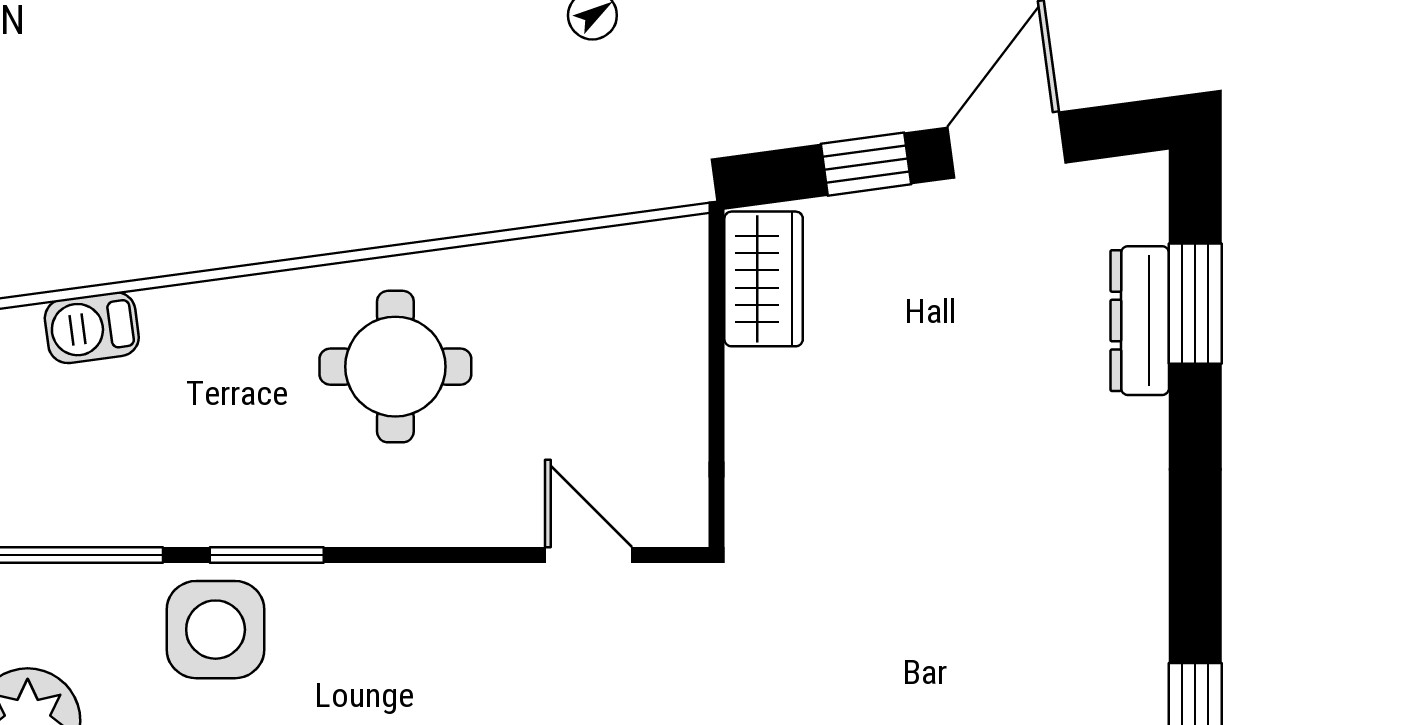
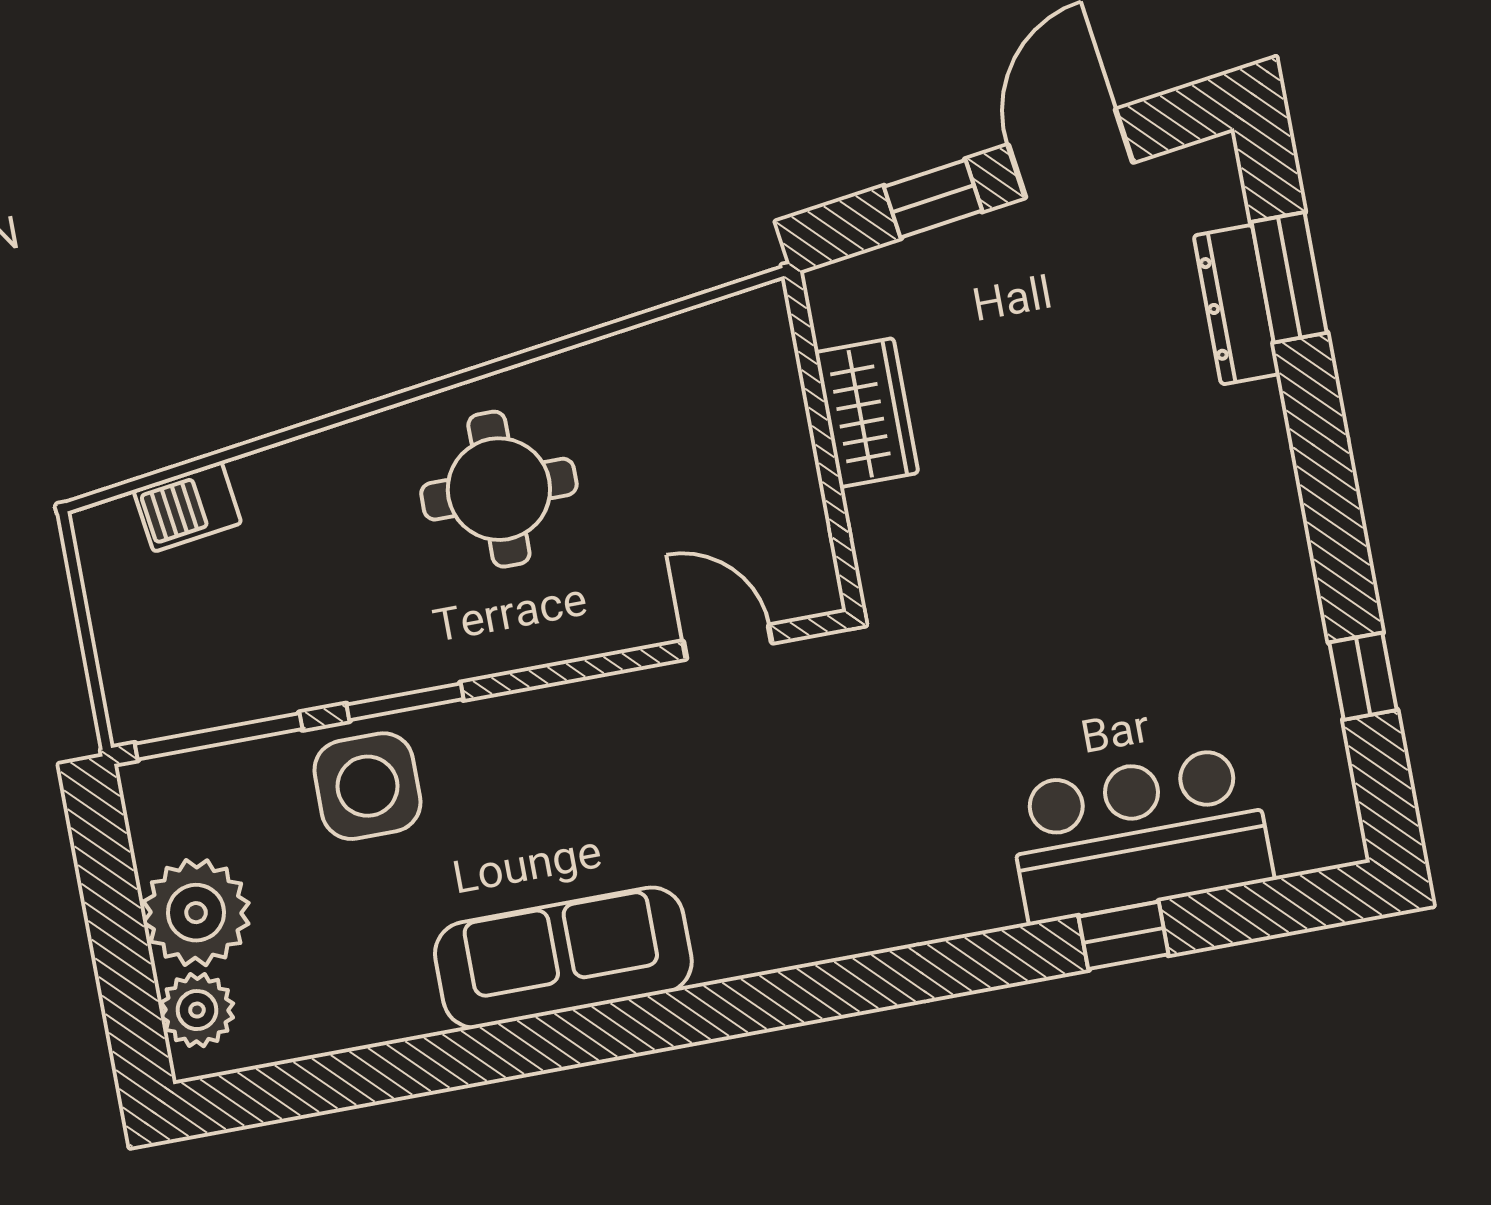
wardrobe: (764, 279) -> (867, 413), moved

